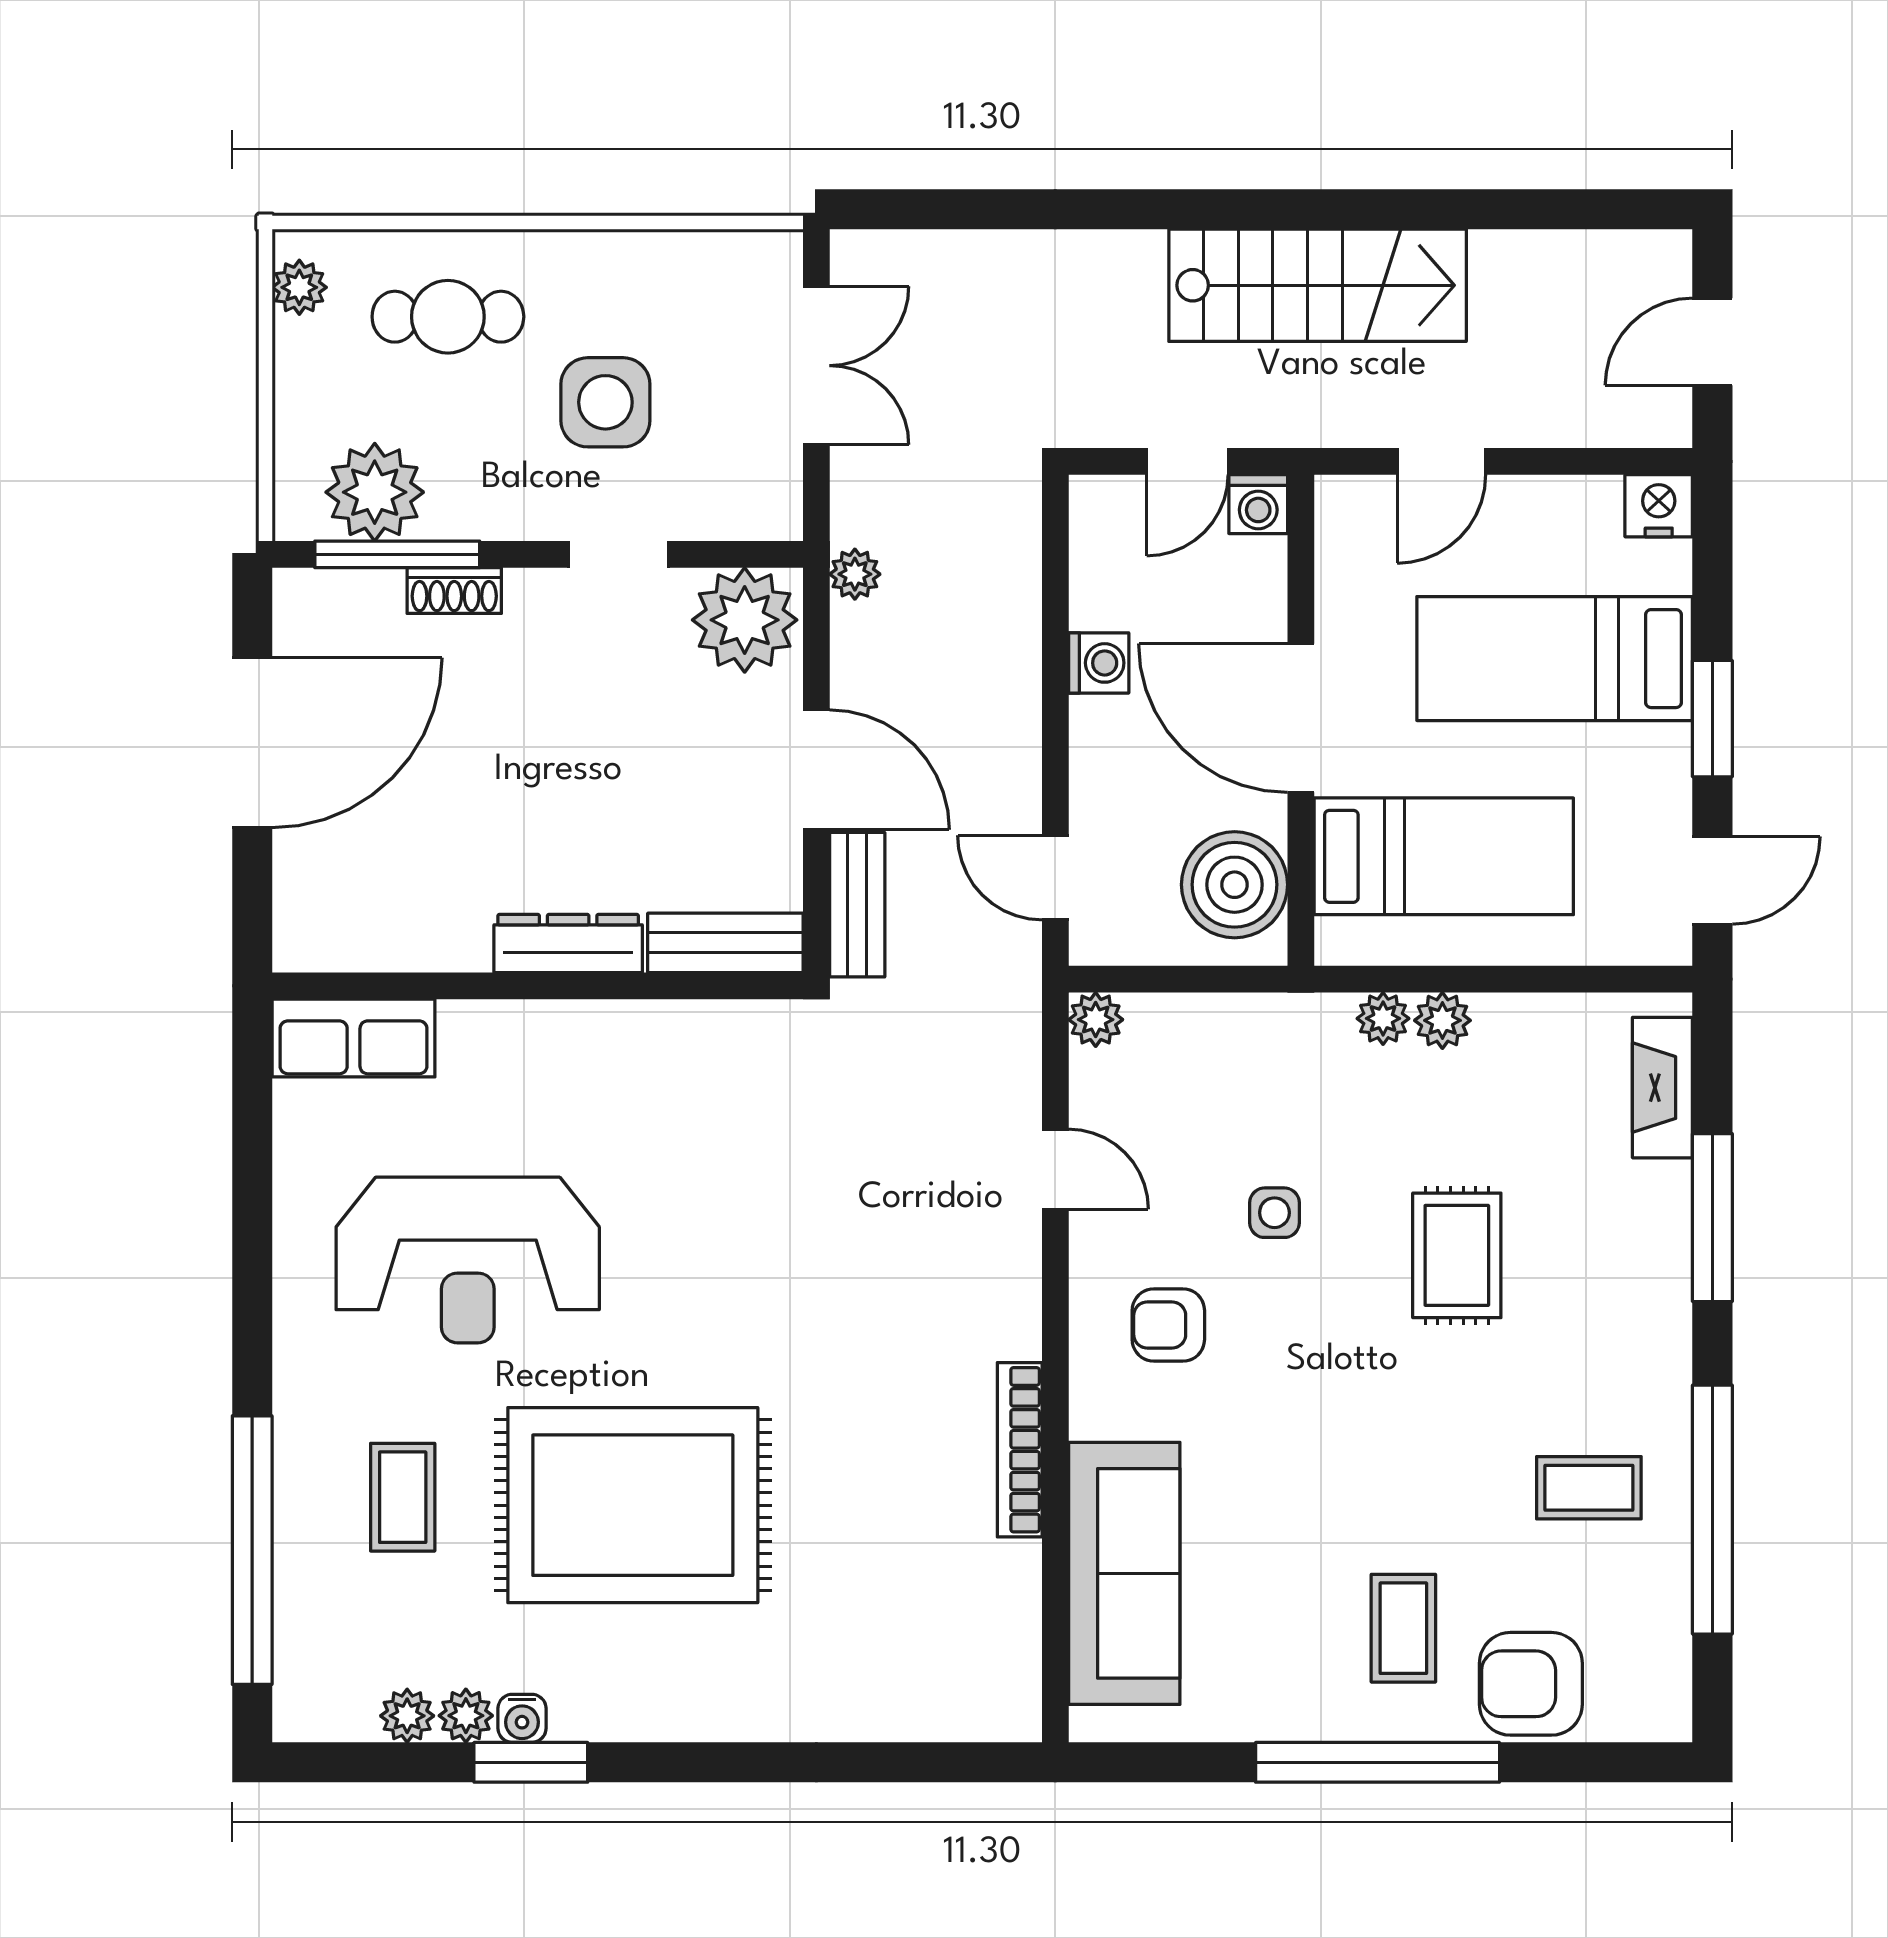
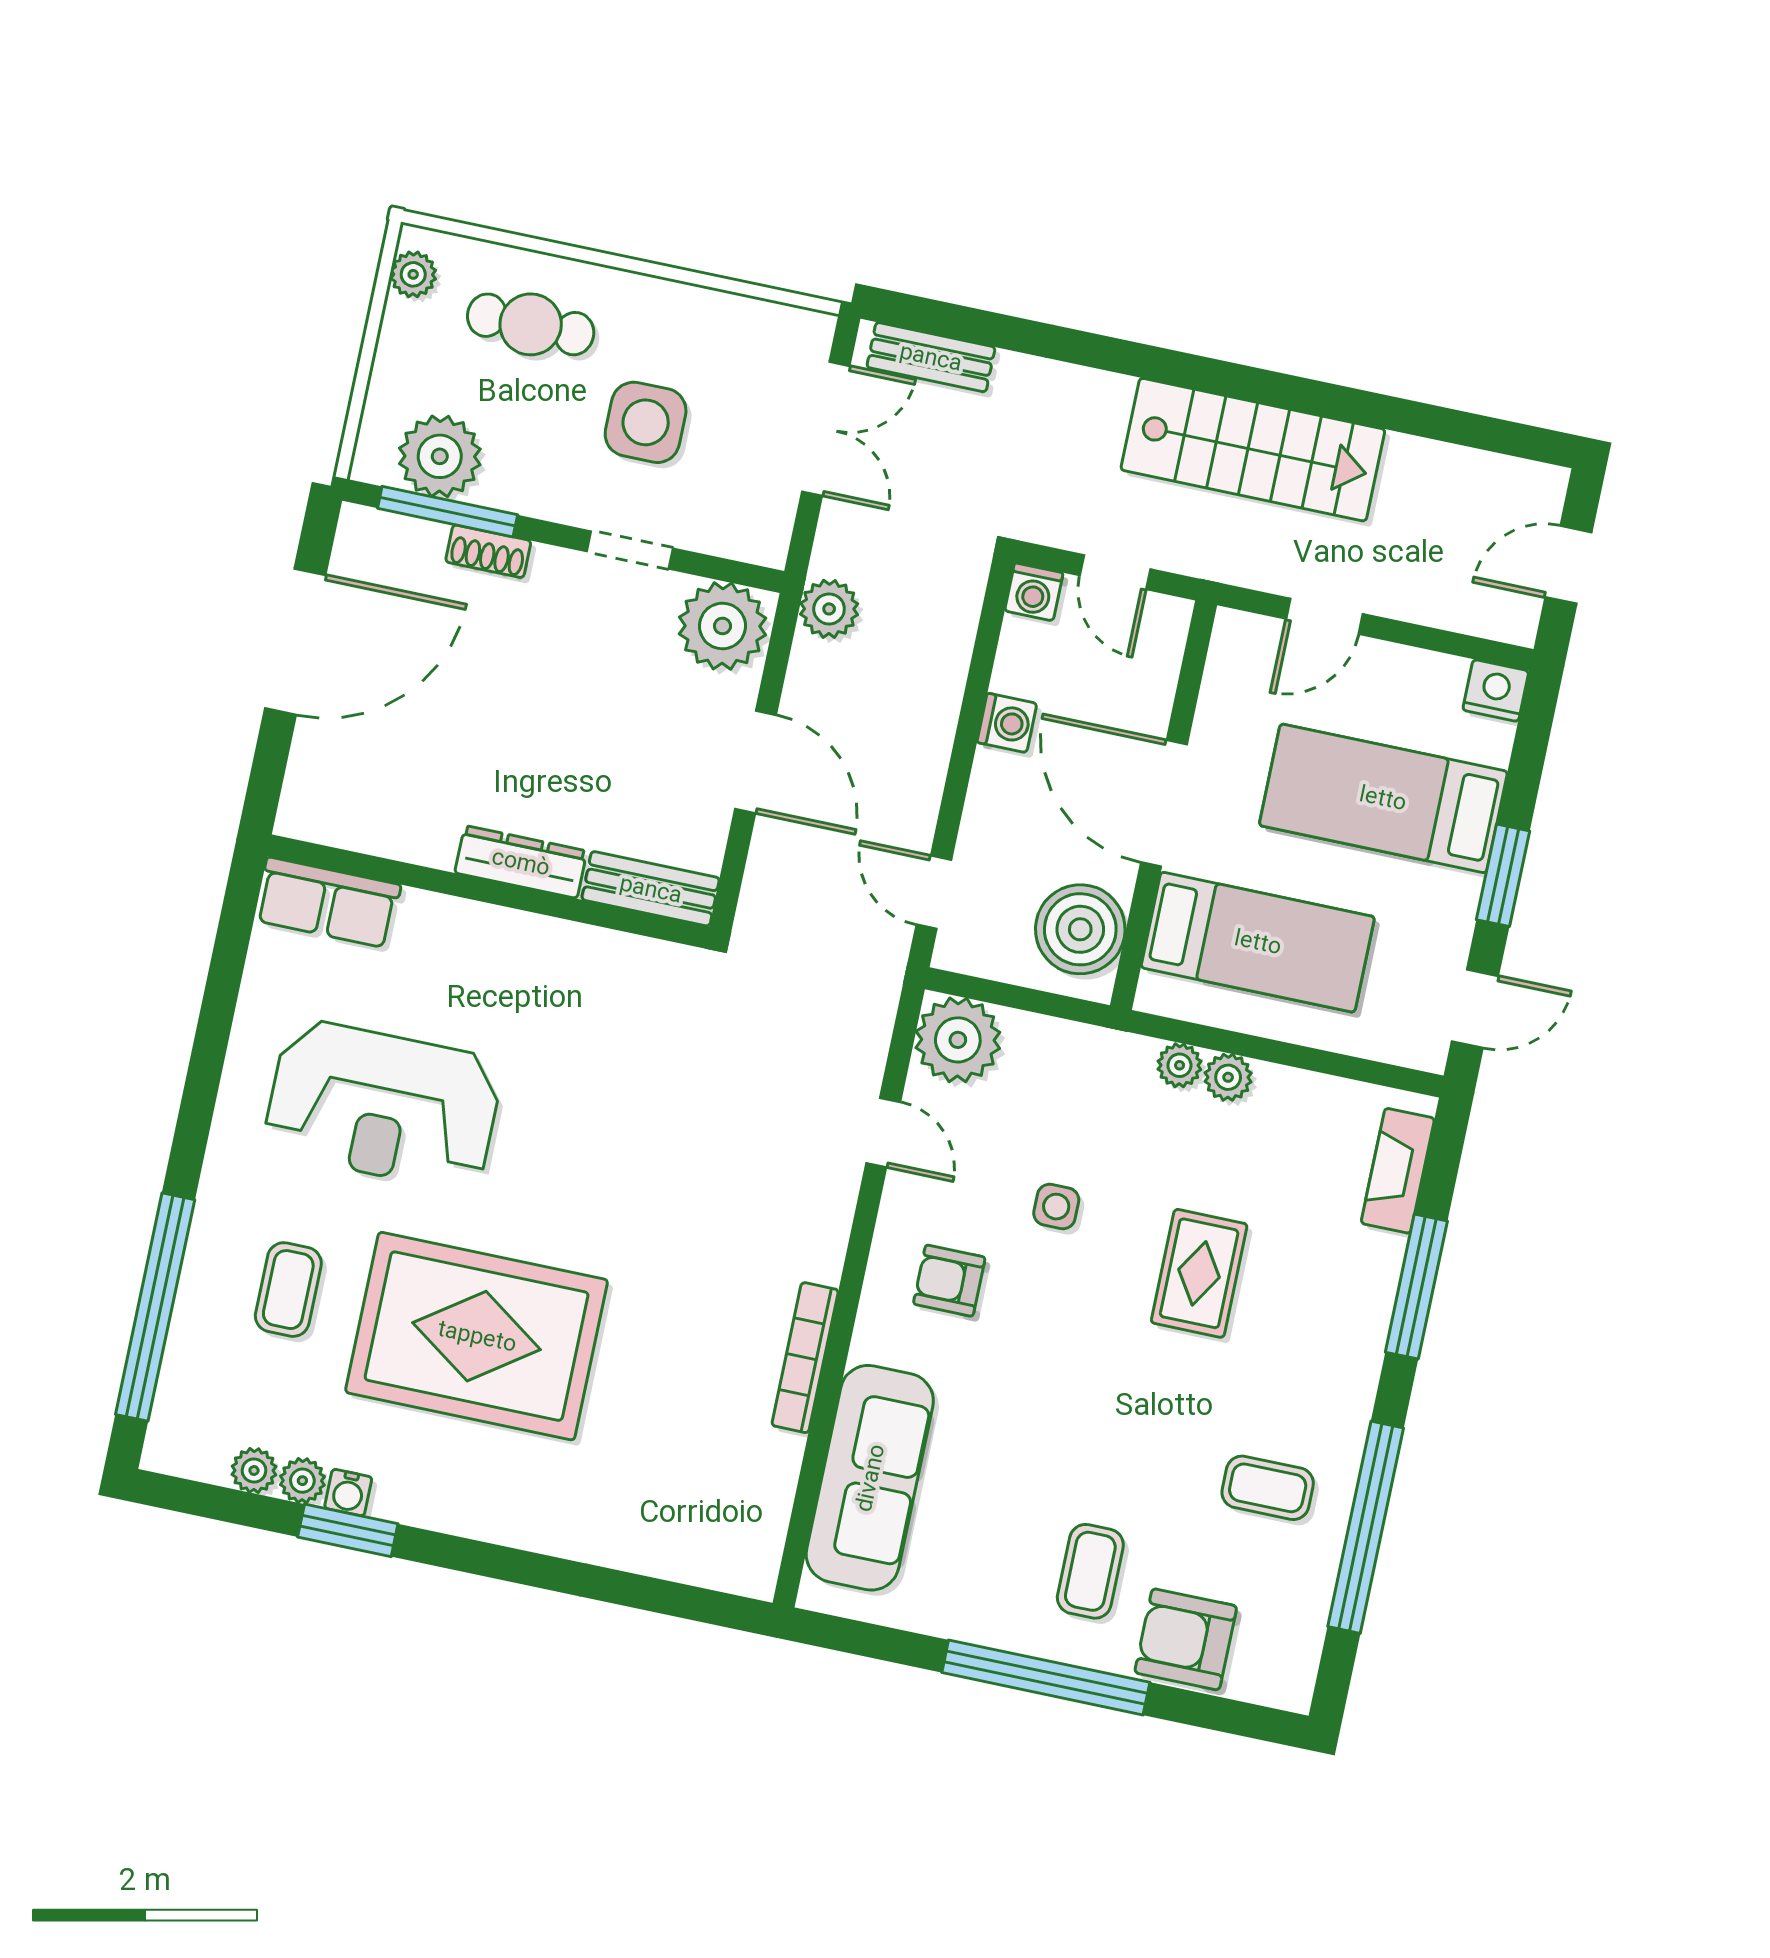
door: (1187, 461) -> (1115, 572), hinge flipped
washing machine: (1258, 504) -> (1034, 592), moved
plant: (855, 574) -> (829, 609), width x1.38, depth x1.38
bench: (857, 905) -> (931, 357), moved, turned 90
plant: (1096, 1020) -> (958, 1040), width x1.87, depth x1.87

